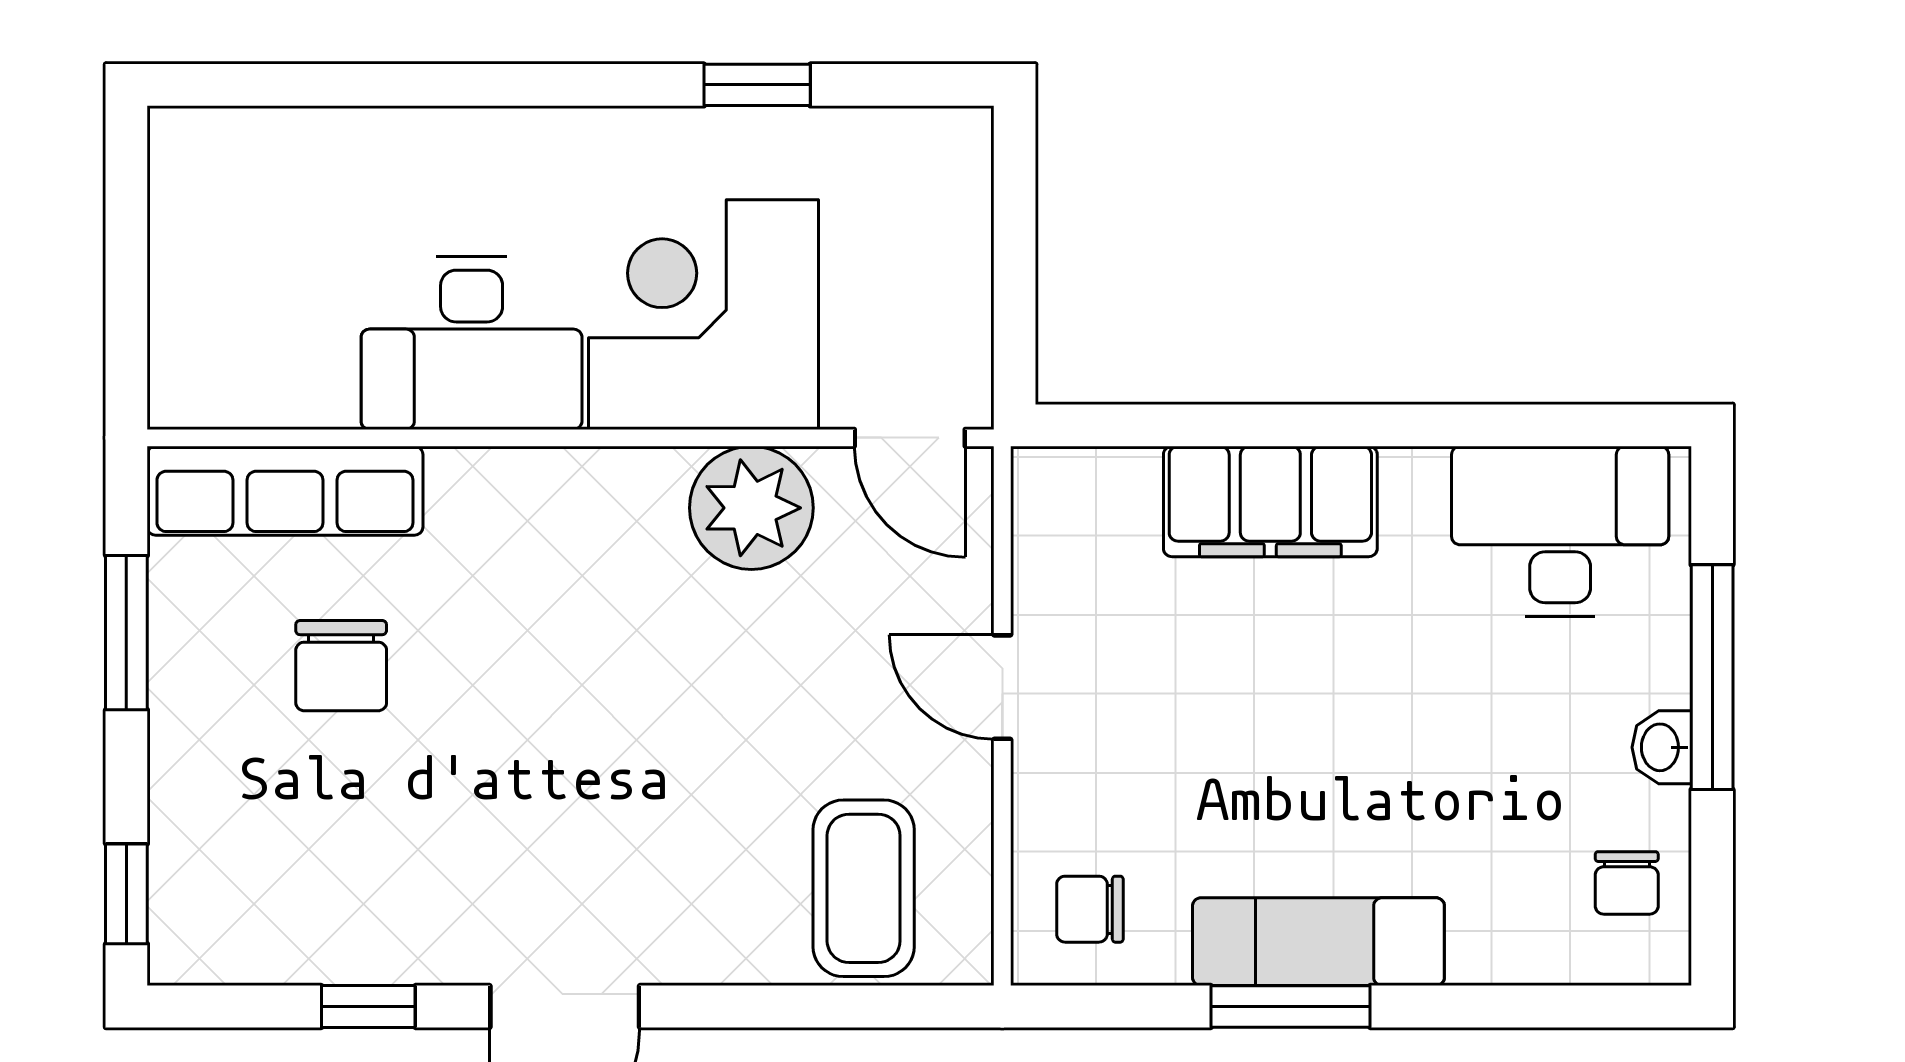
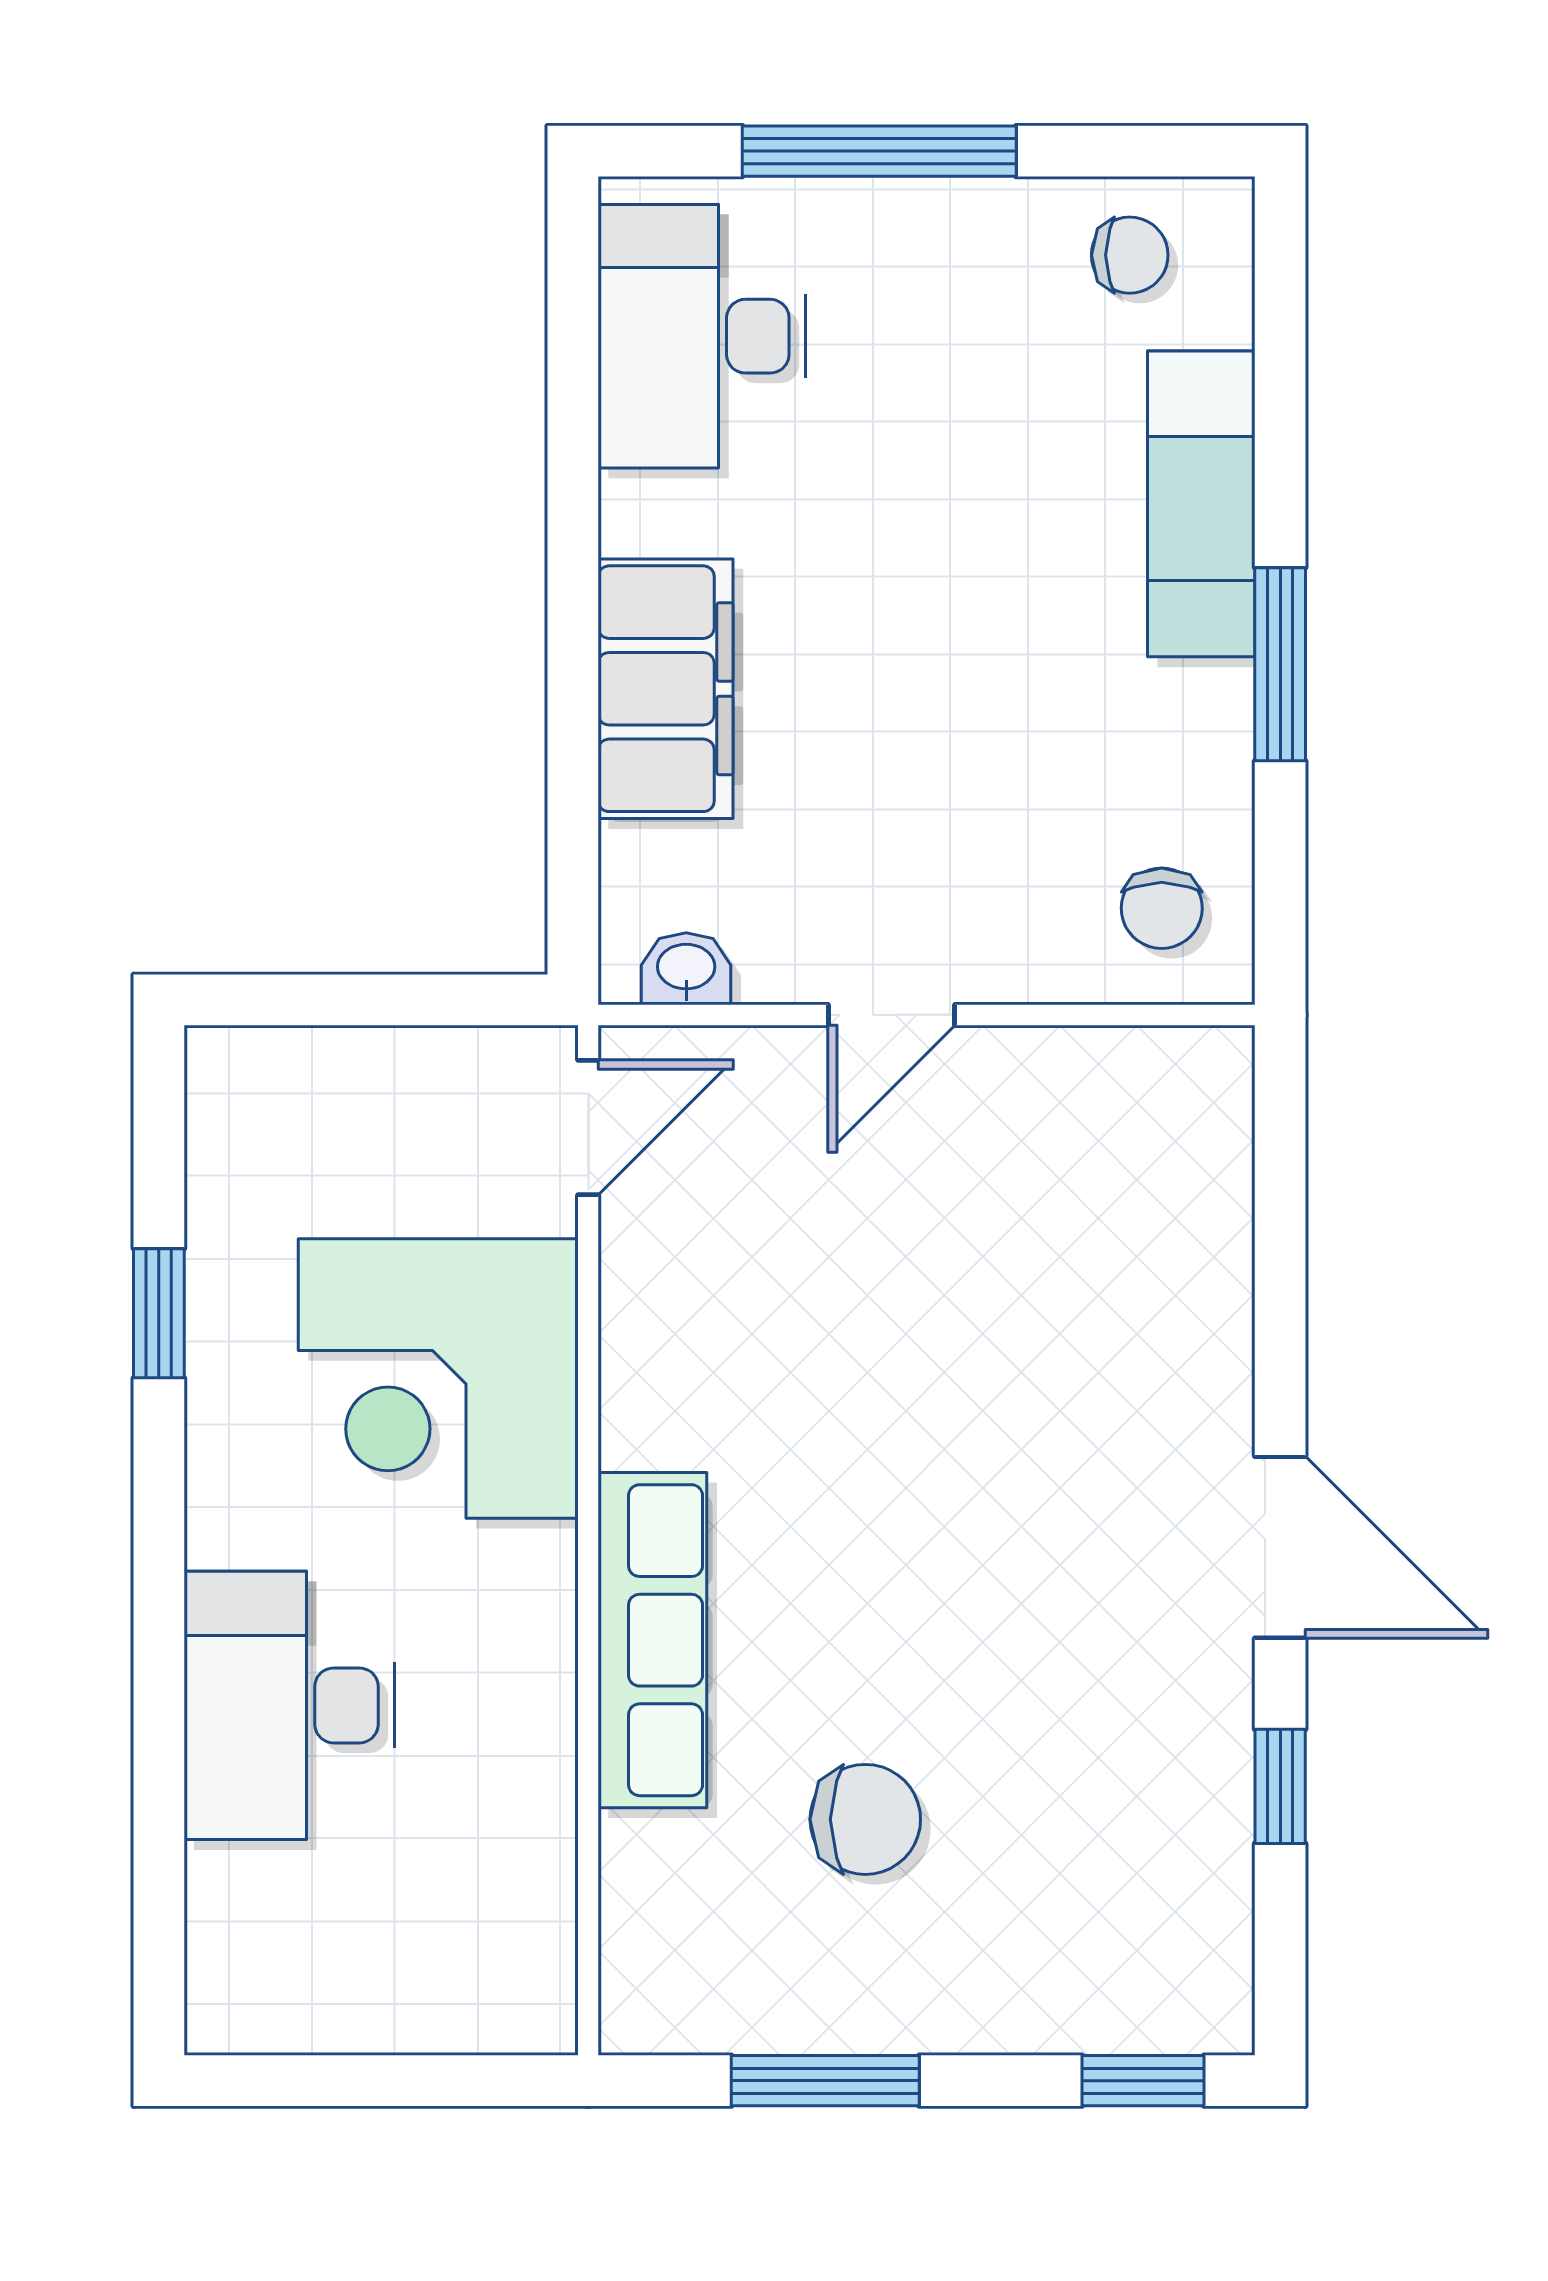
desk: (472, 343) -> (290, 1705), moved, turned 180
row of seats: (285, 491) -> (652, 1640), moved
plant: (751, 508) -> (673, 1320), removed
washbasin: (1662, 747) -> (686, 969), moved, turned 180
coffee table: (864, 888) -> (1136, 1184), removed
exam couch: (1318, 942) -> (1201, 504), moved

